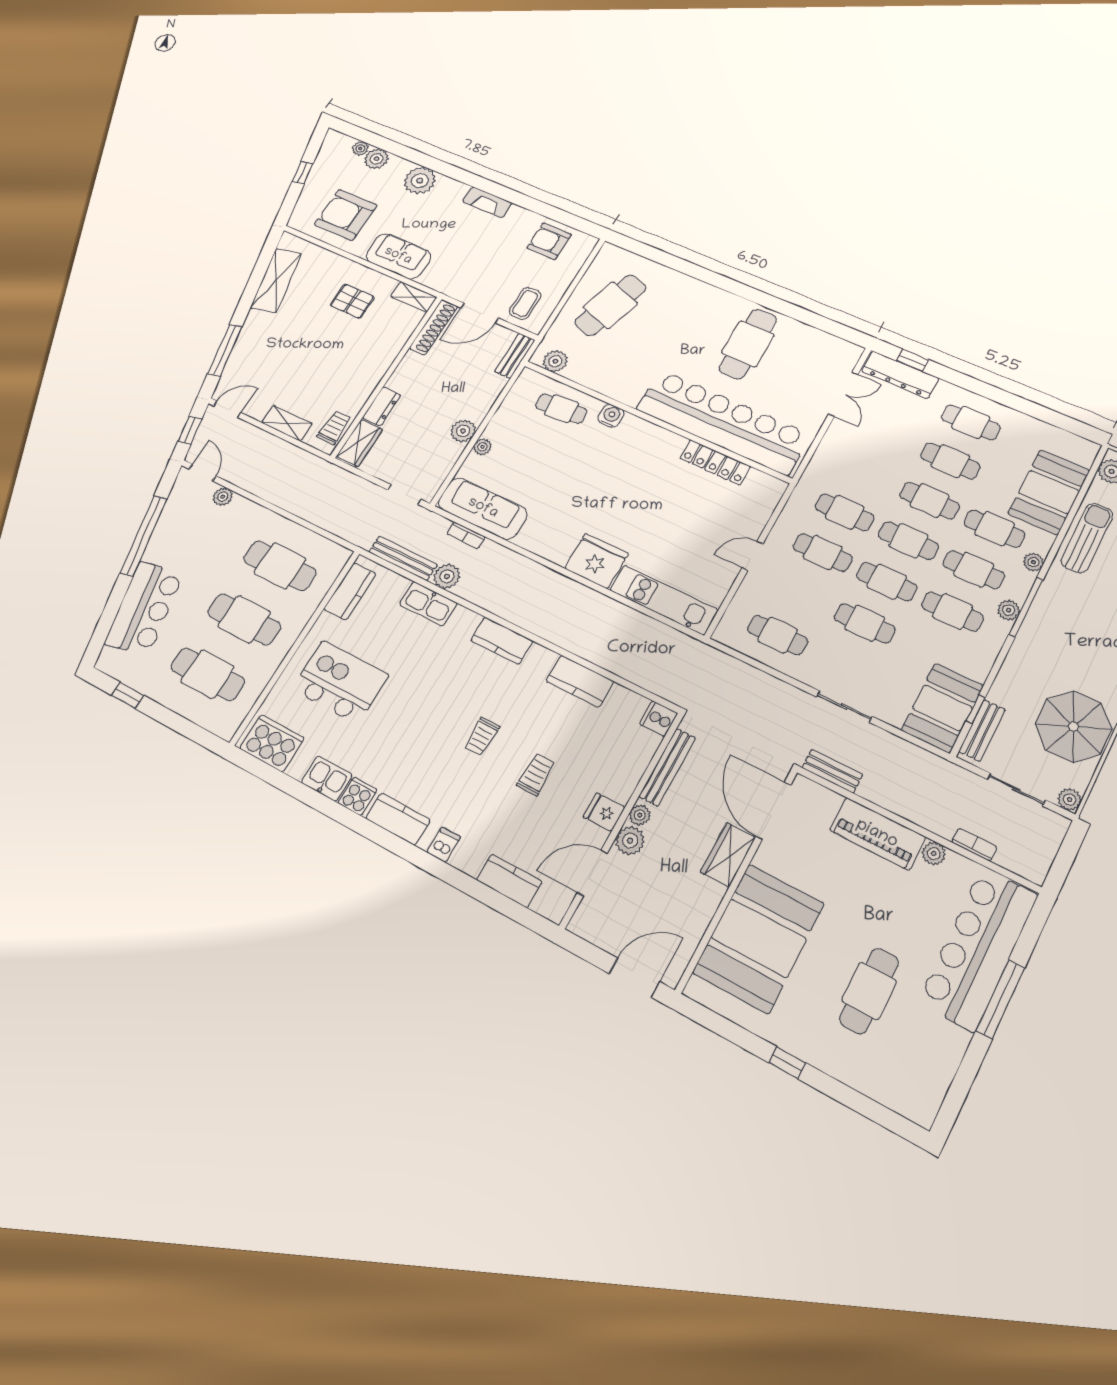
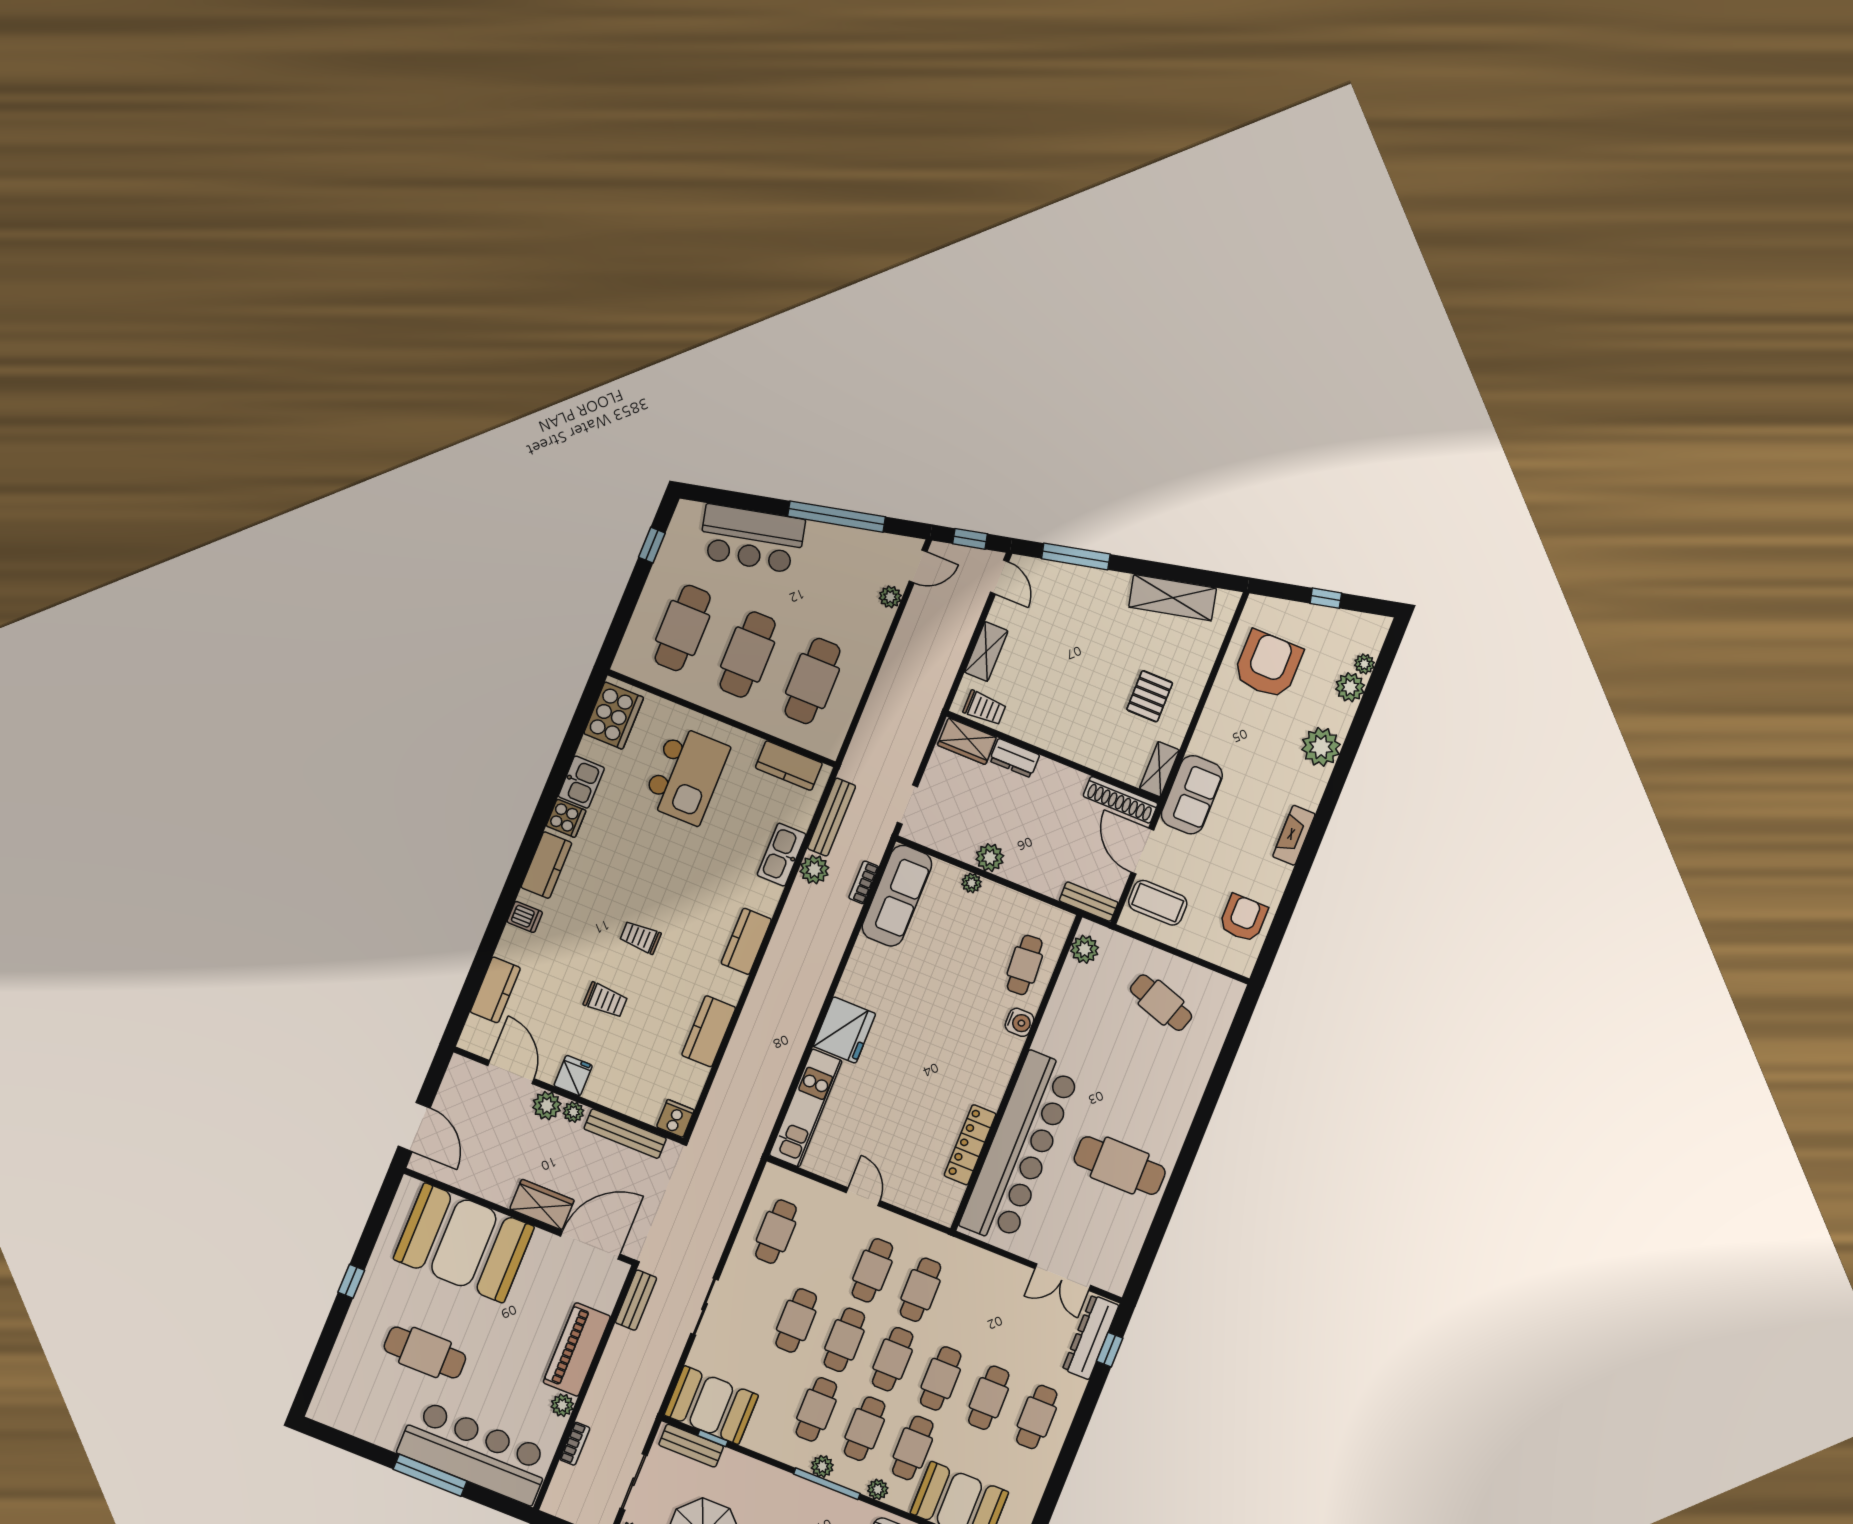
sofa: (398, 256) -> (1192, 795), moved
coffee table: (525, 304) -> (1158, 903), width x1.36, depth x1.30
cafe table: (610, 305) -> (1161, 1003), width x0.73, depth x0.74

